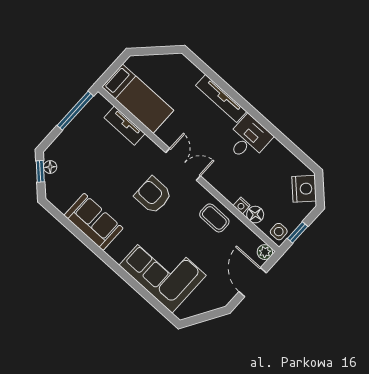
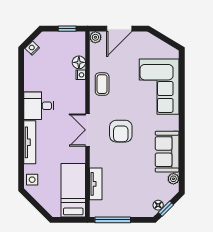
nightstand: (304, 189) -> (32, 48), width x0.53, depth x0.56
plant: (62, 204) -> (173, 179), added
side table: (279, 232) -> (32, 180), moved

